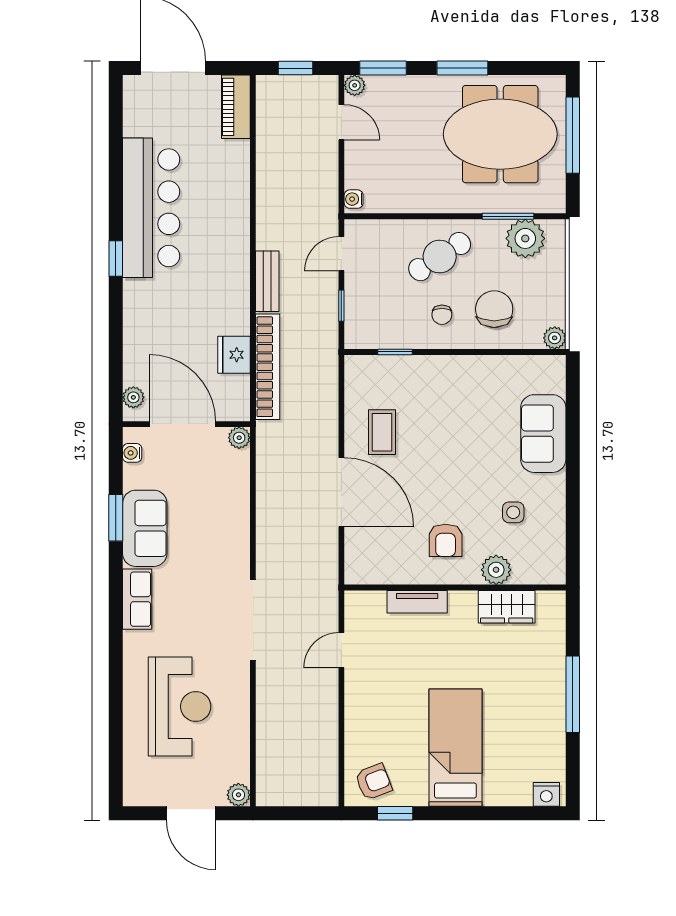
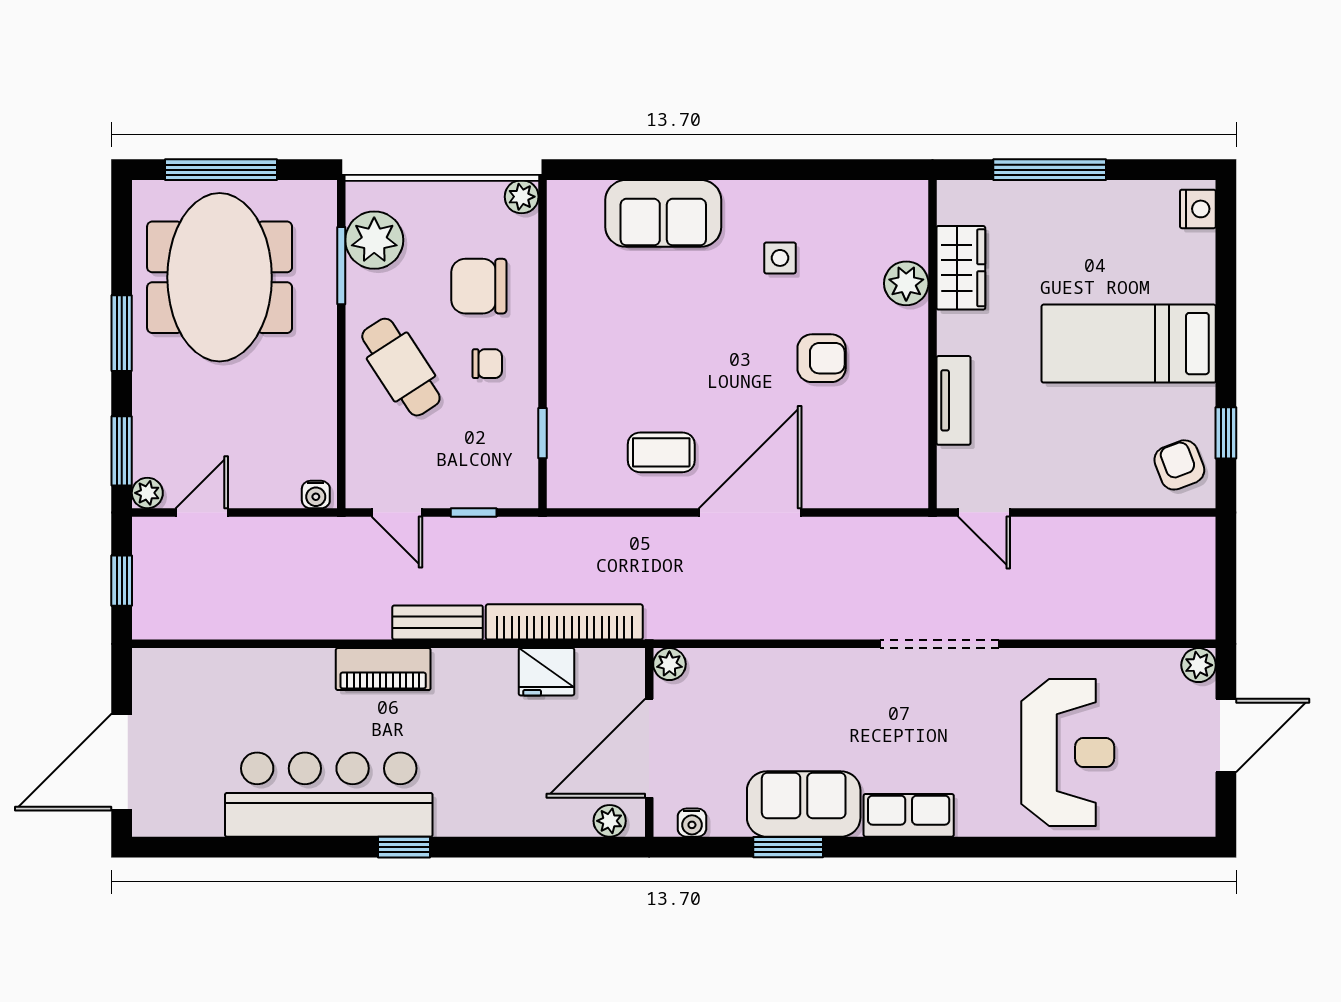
piano: (236, 107) -> (383, 669), moved
plant: (496, 570) -> (906, 283), moved
wall: (455, 587) -> (932, 344), moved
tv unit: (417, 602) -> (954, 400), moved
wardrobe: (507, 607) -> (961, 268), moved
reception desk: (179, 706) -> (1068, 753), turned 90

